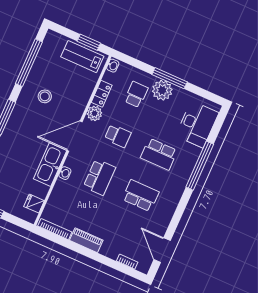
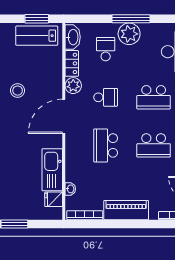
washbasin: (113, 66) -> (73, 37), width x1.91, depth x1.45
kitchen sink: (50, 165) -> (52, 170), moved
washbasin: (65, 173) -> (70, 189), moved
school desk: (99, 177) -> (106, 145), turned 180
school desk: (141, 196) -> (154, 145), turned 180
piano: (86, 240) -> (126, 210), width x1.37, depth x1.33

